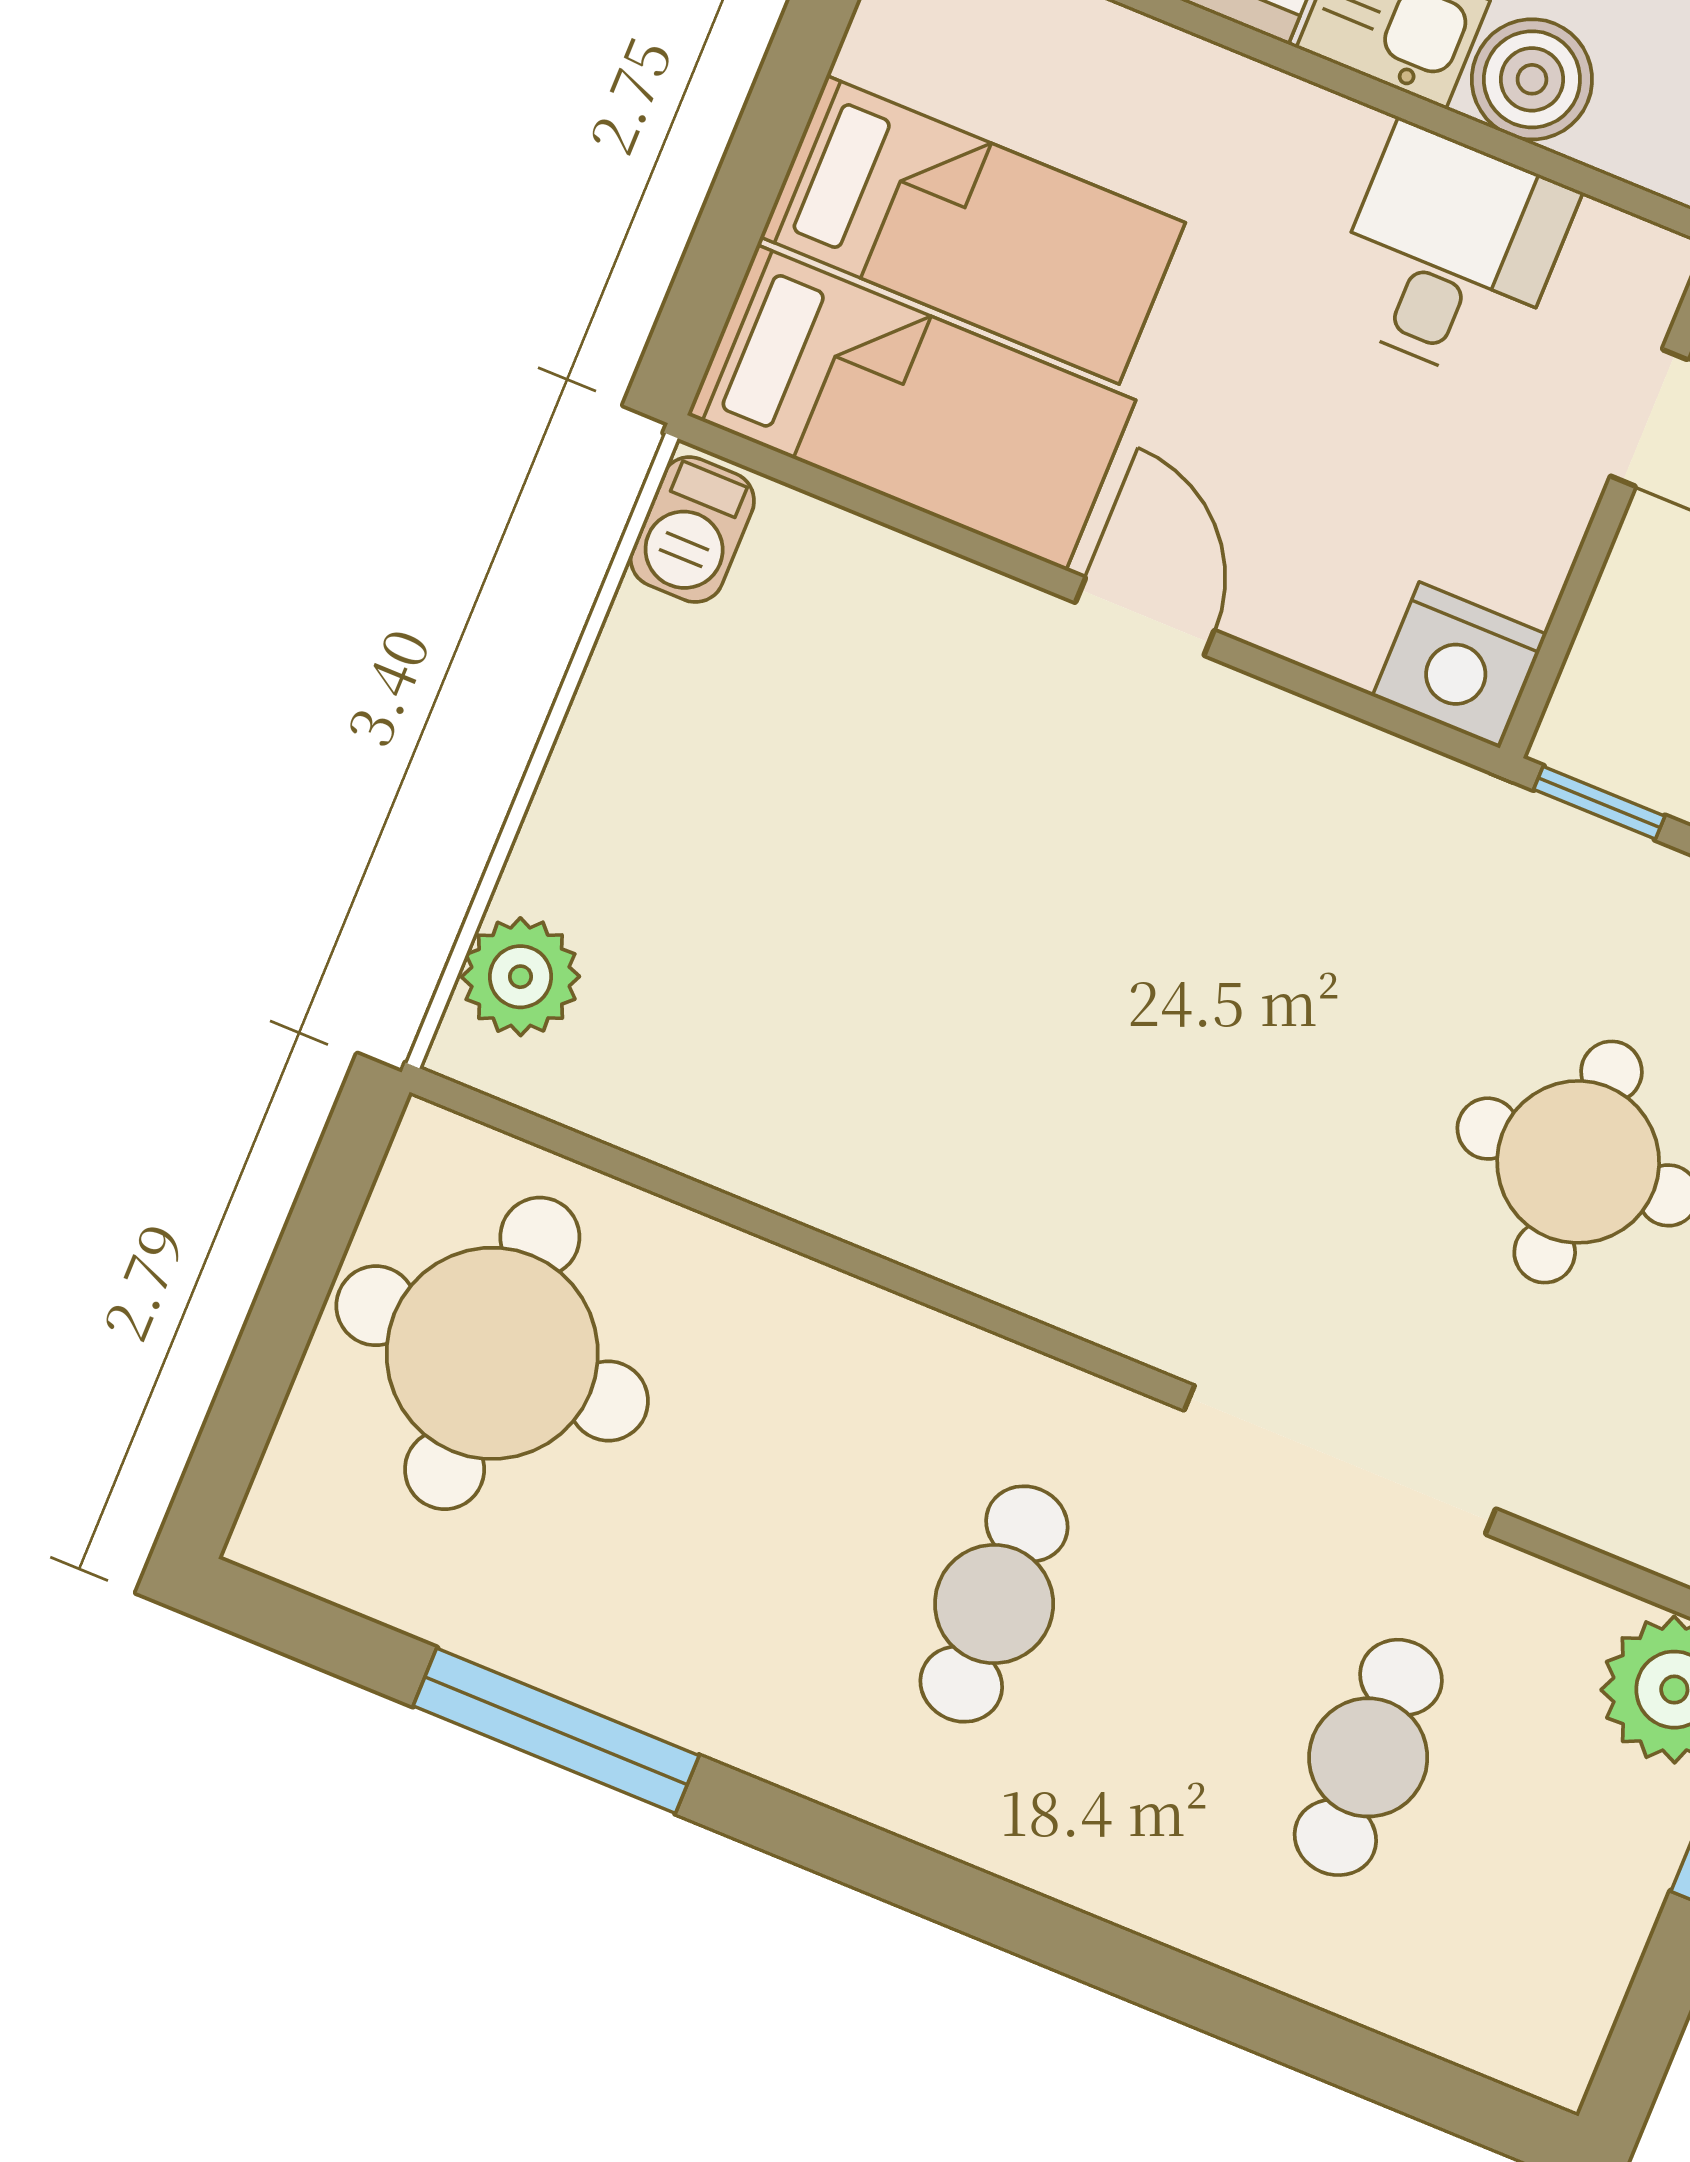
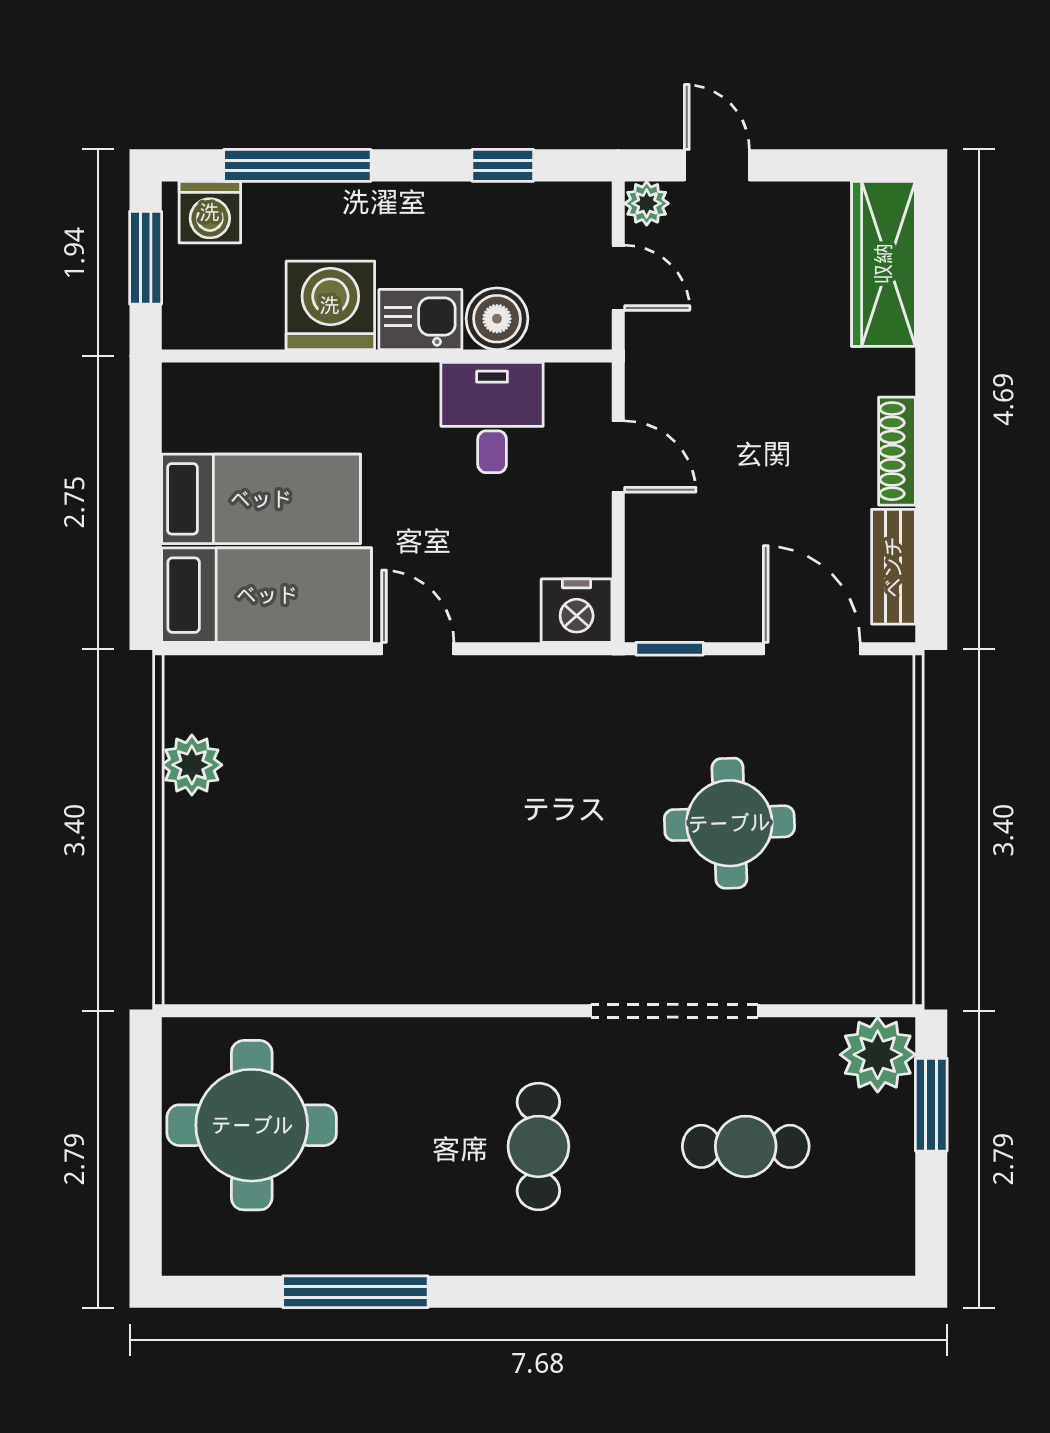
barbecue: (692, 530) -> (186, 696), removed
plant: (520, 977) -> (192, 765), moved
cafe table: (1368, 1757) -> (746, 1146), turned 90

